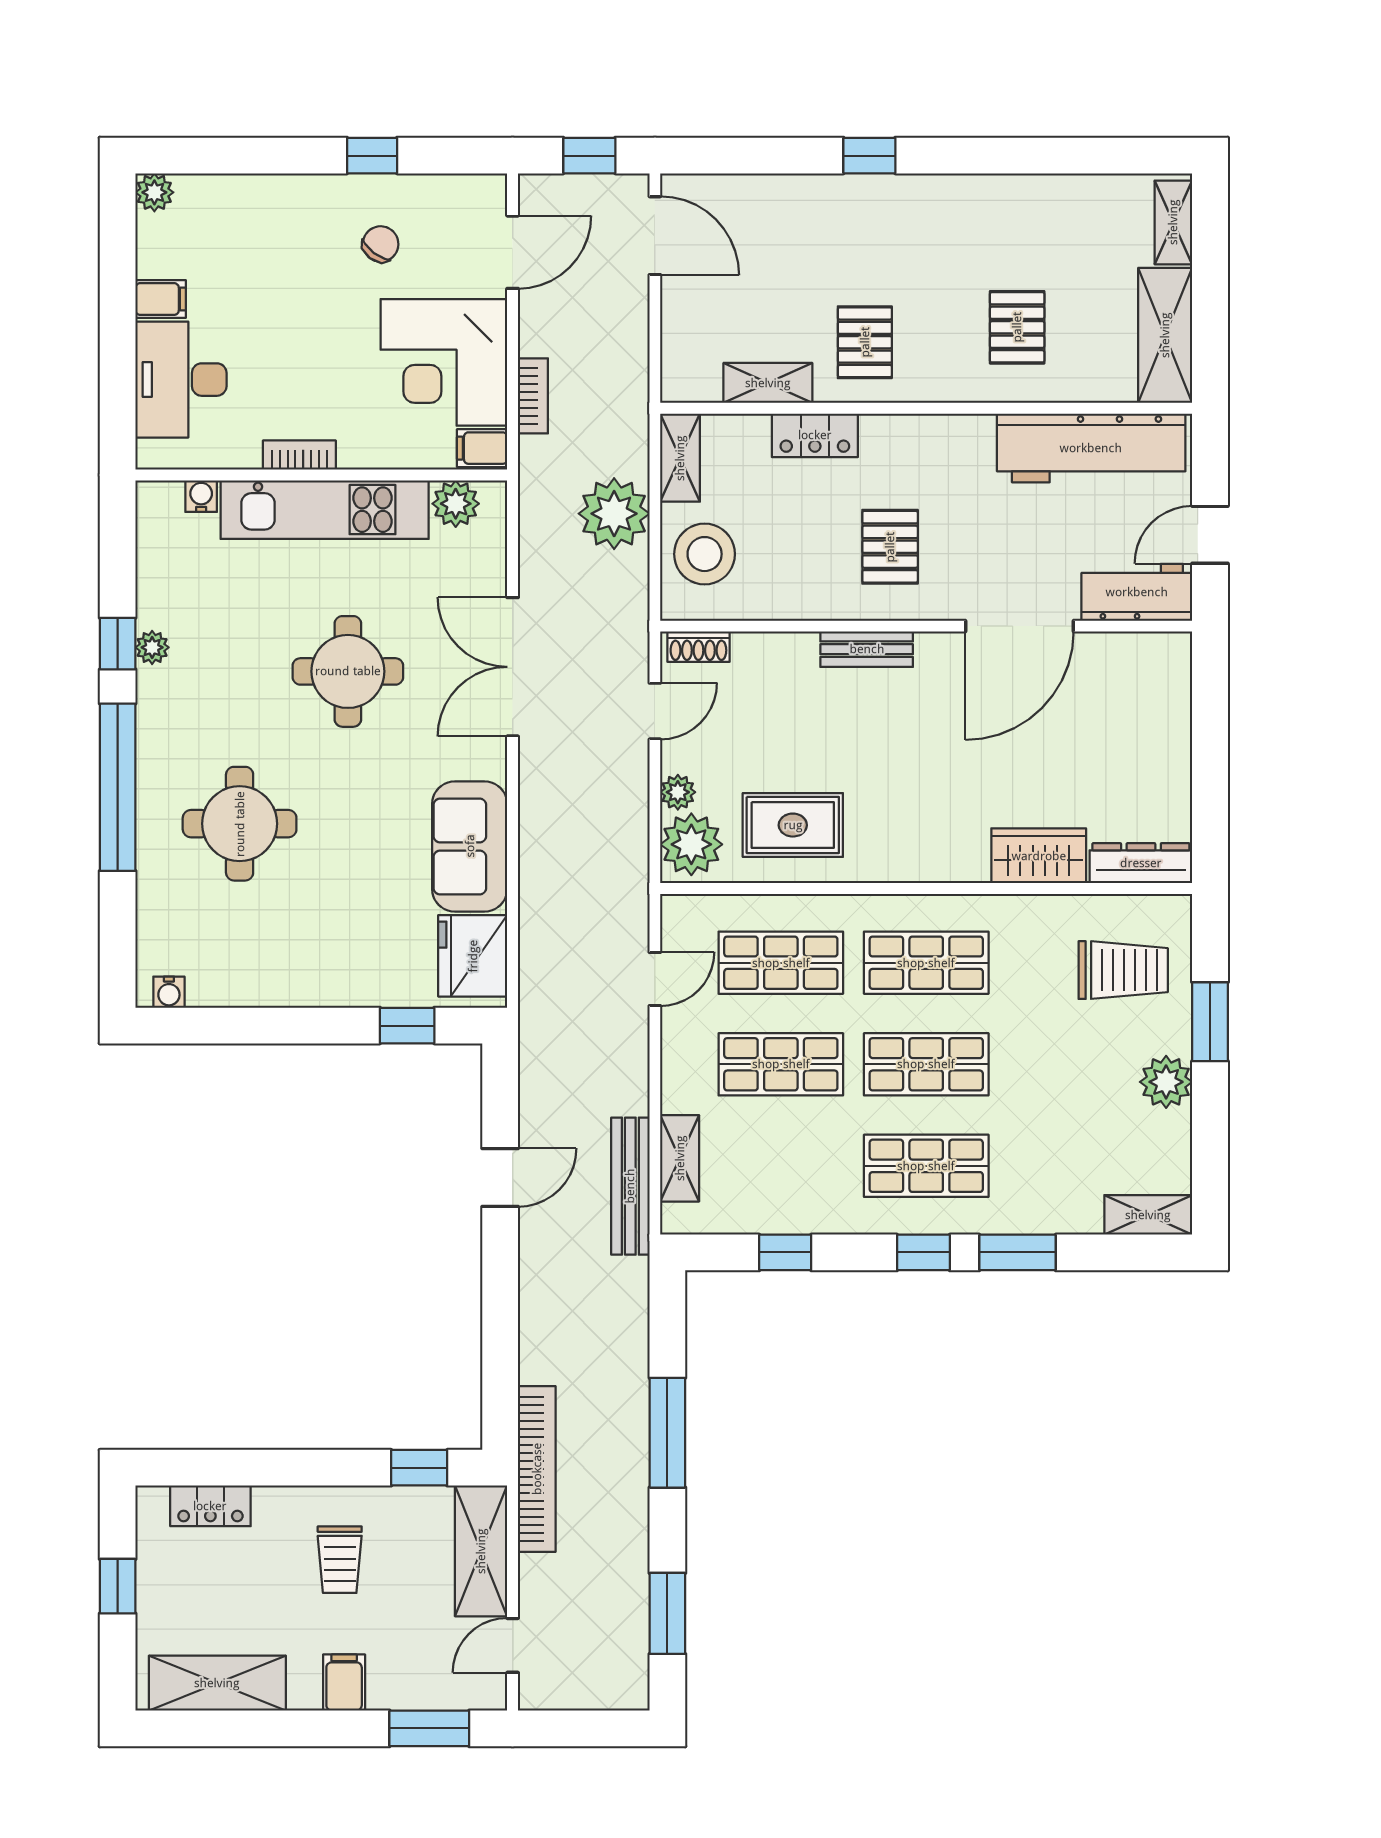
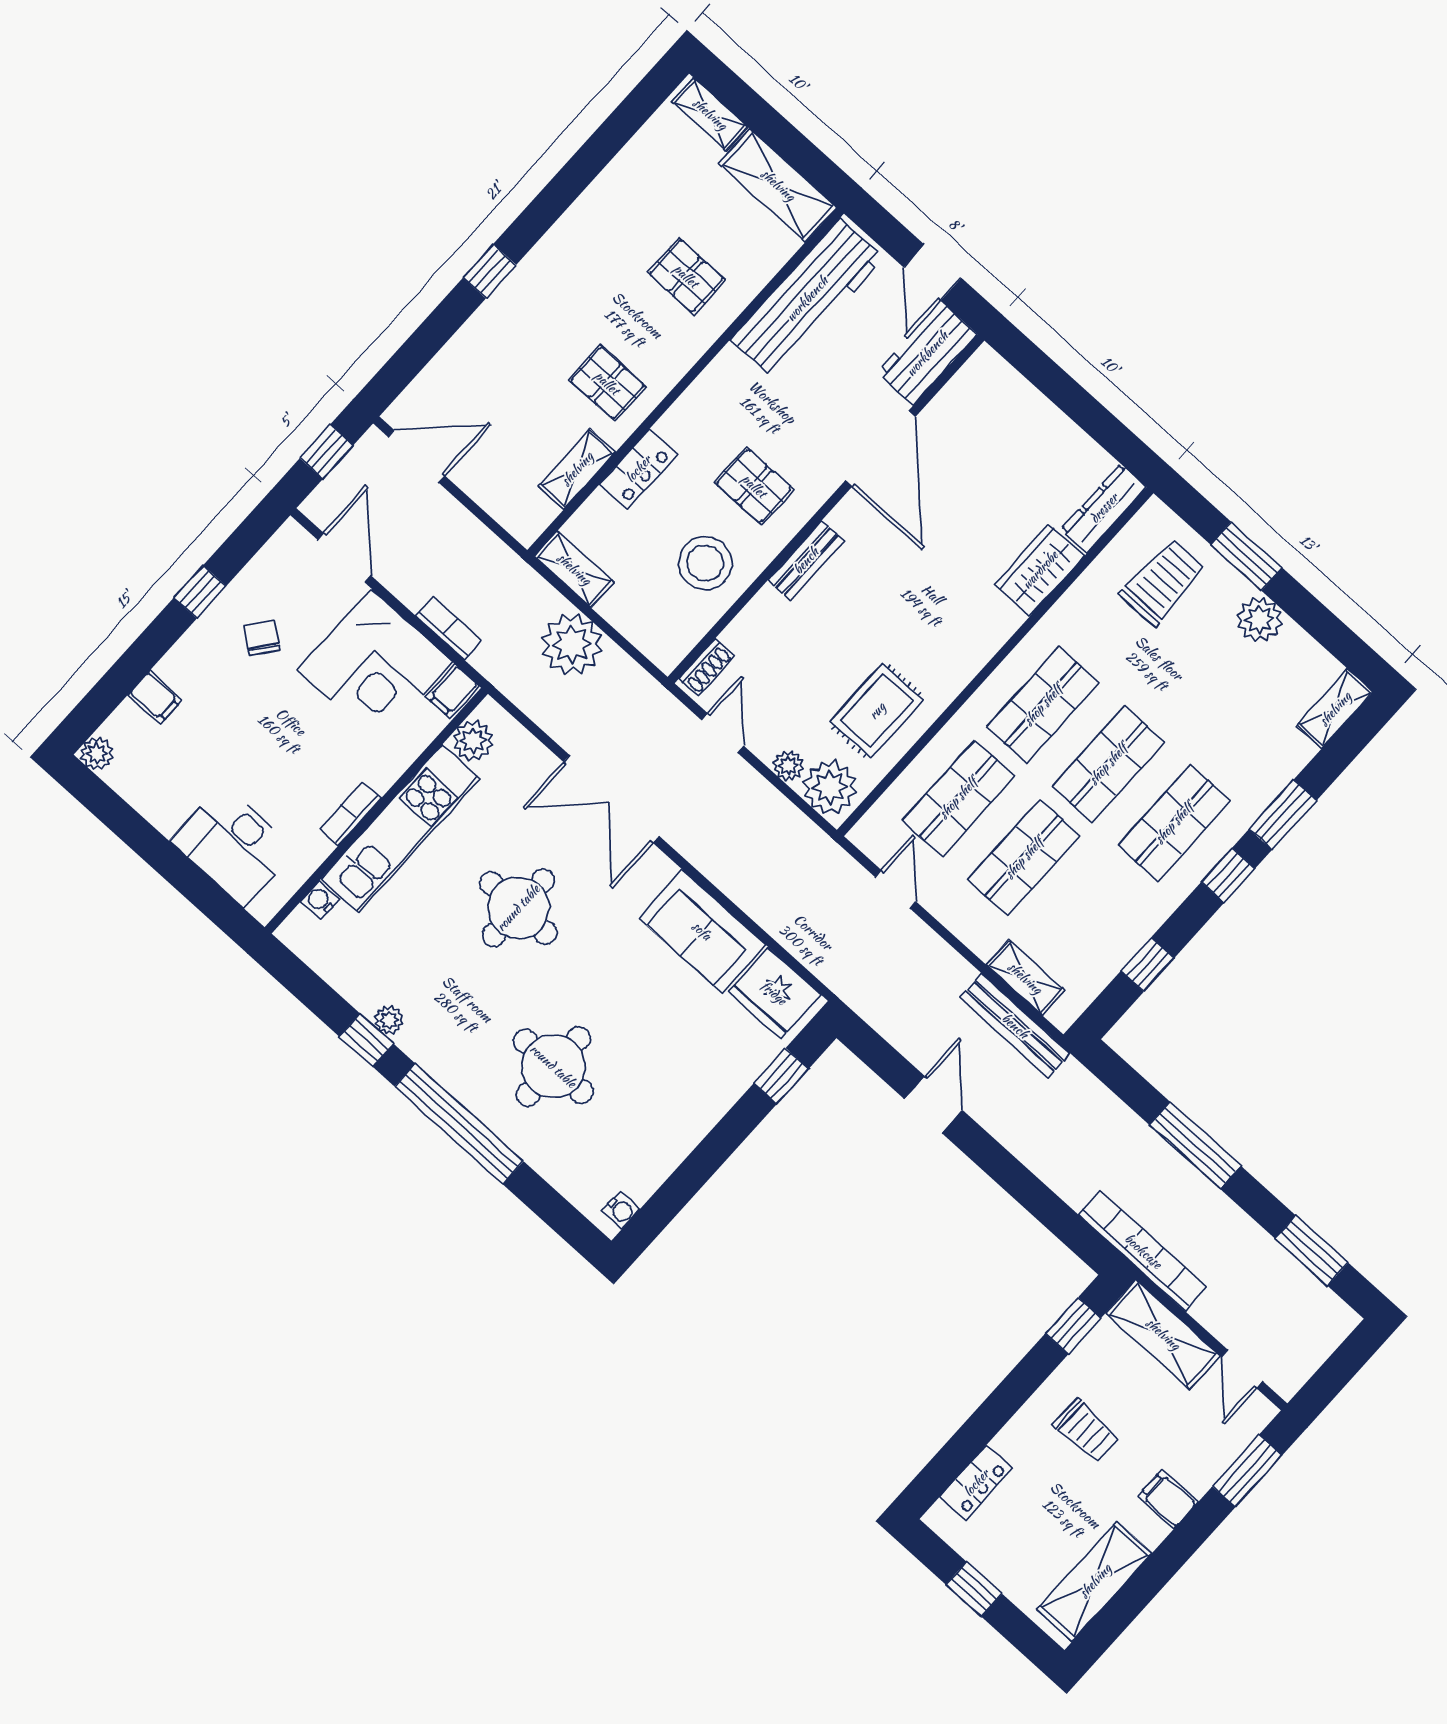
filing cabinet: (161, 299) -> (155, 697), moved, turned 90
stool: (705, 554) -> (705, 563), moved

